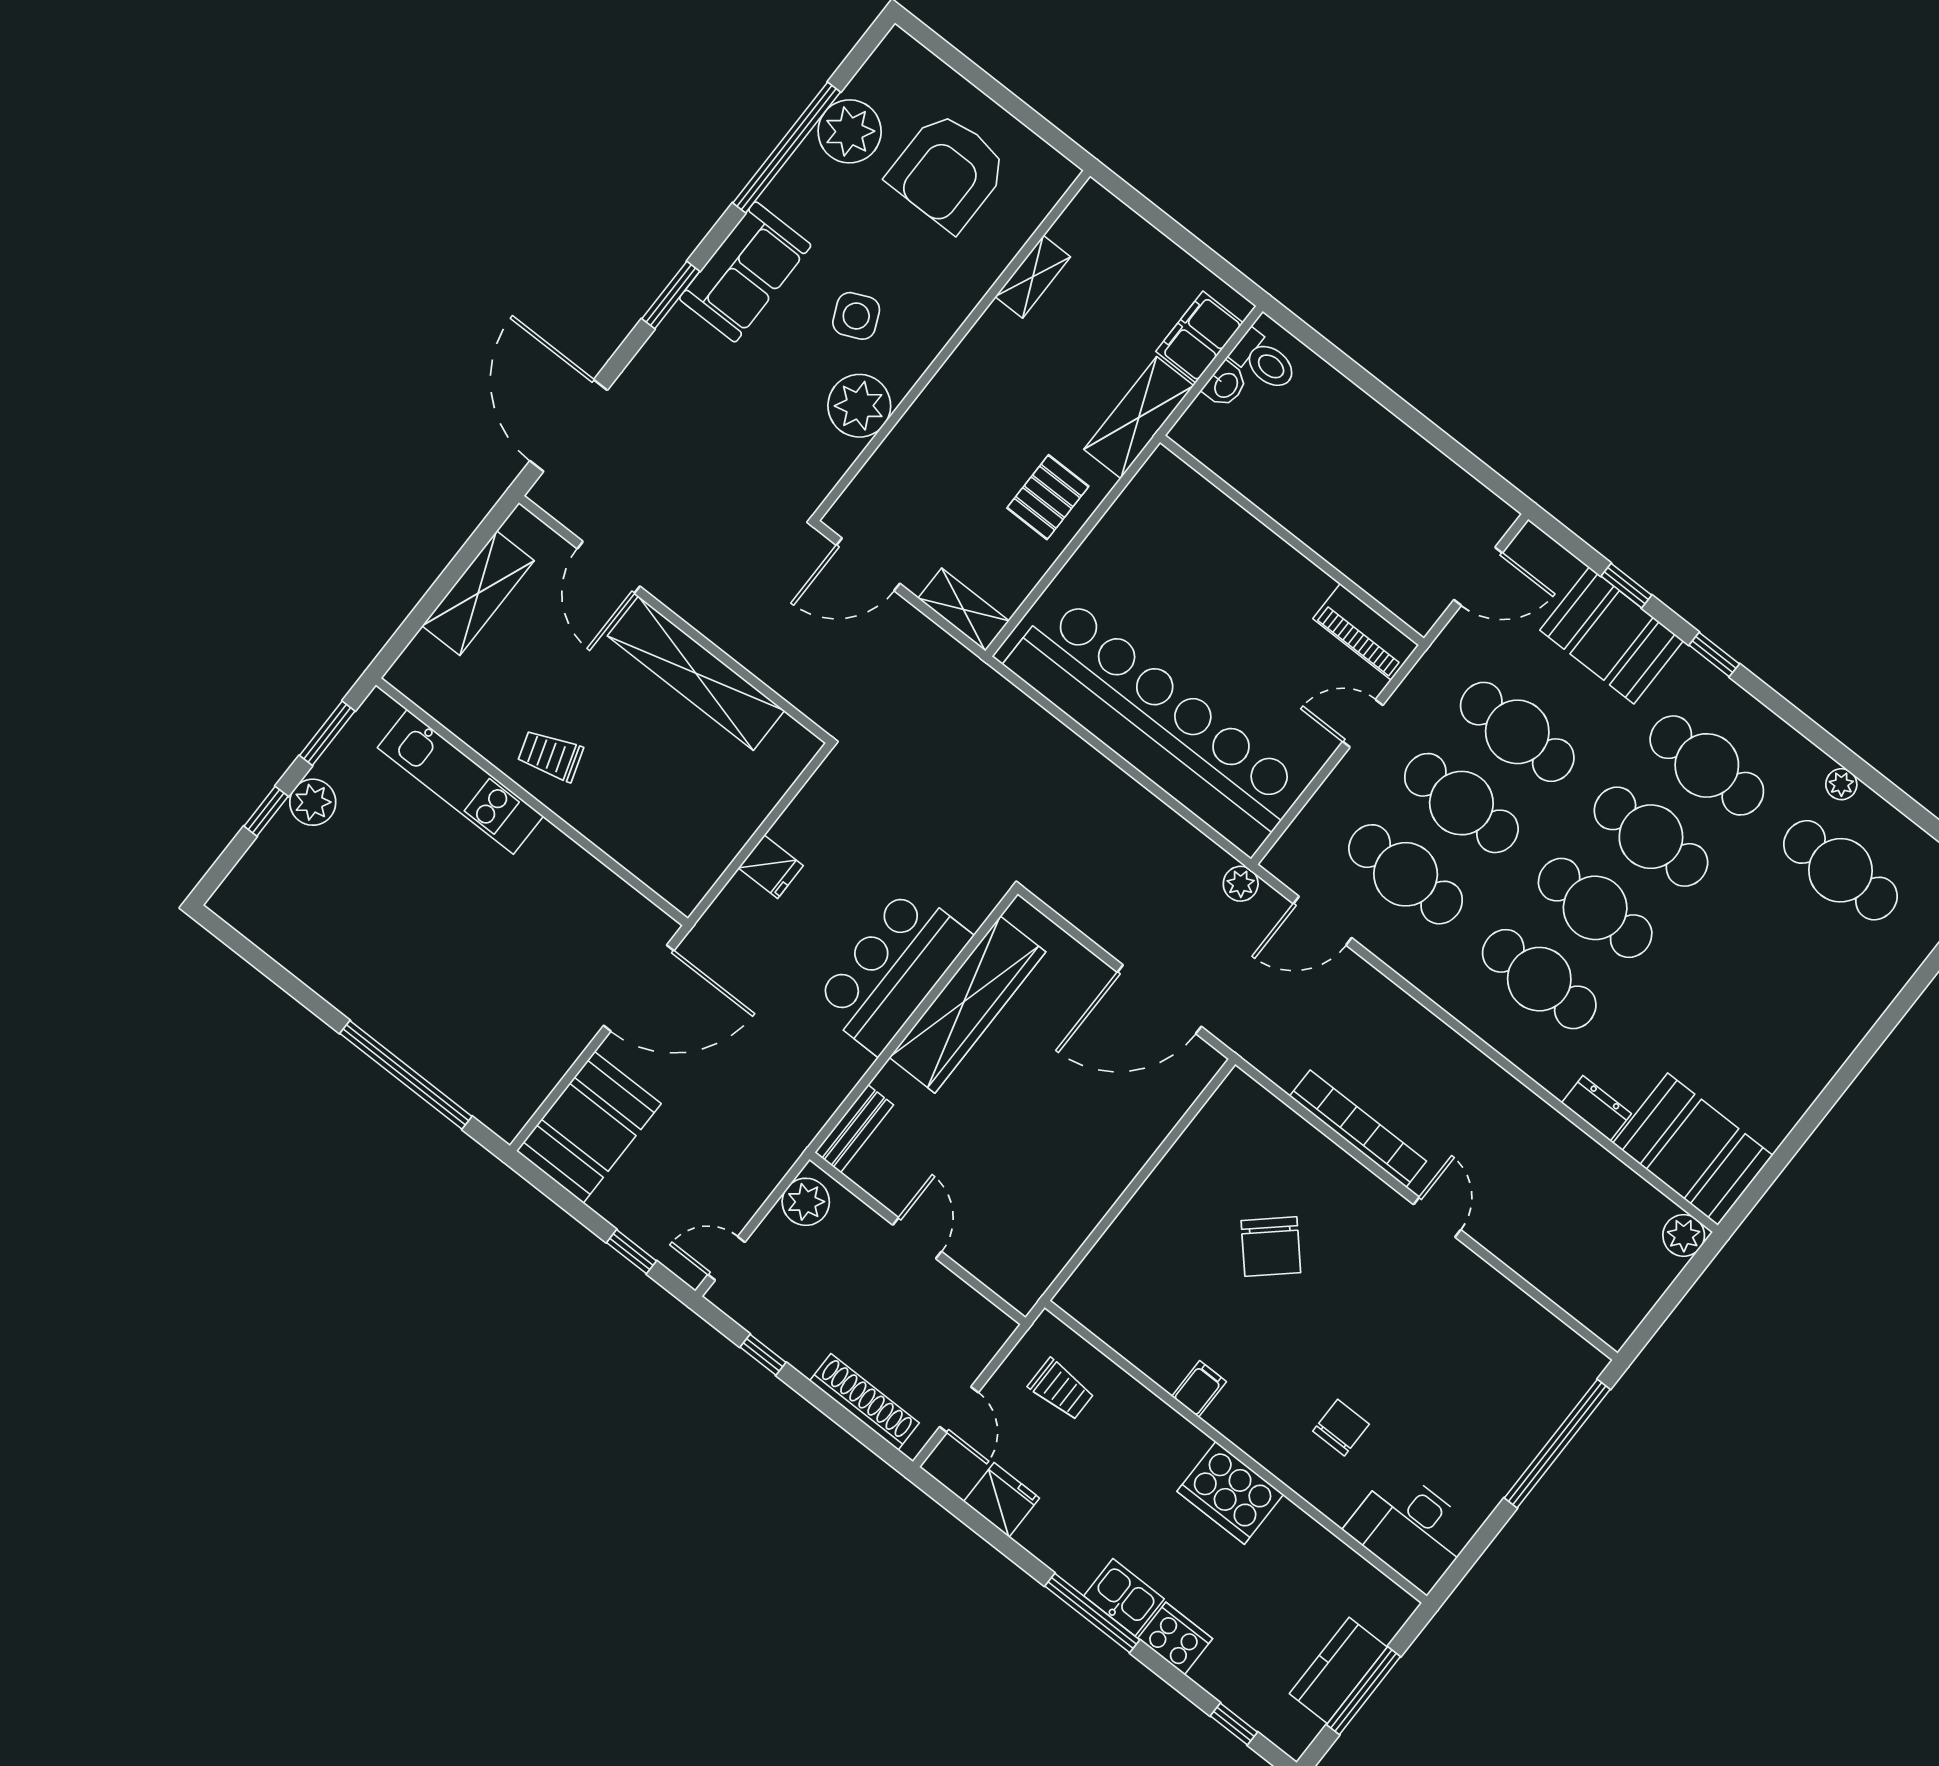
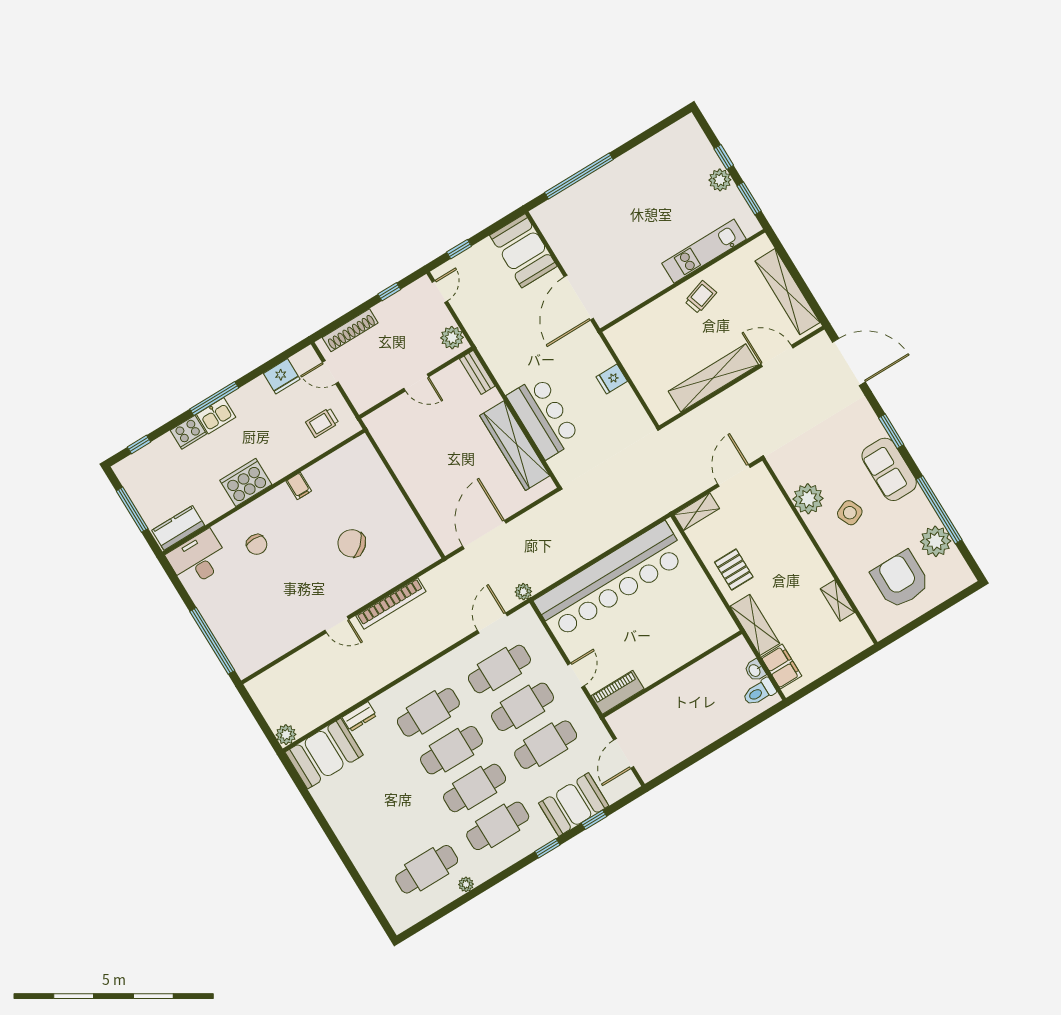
shelving: (478, 593) -> (787, 292), width x1.47
kitchen counter: (1338, 1670) -> (178, 528), moved, turned -90

